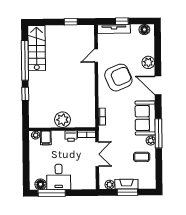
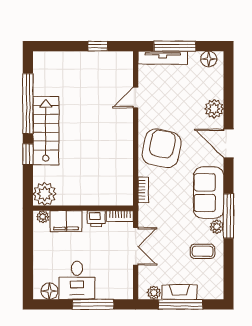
window: (122, 21) -> (175, 46), width x2.17
stairs: (37, 48) -> (46, 131), moved
armchair: (118, 78) -> (162, 148), moved, turned -55
plant: (63, 120) -> (45, 194), moved
filing cabinet: (46, 138) -> (66, 221), width x2.00
window: (127, 192) -> (181, 304), width x1.44
window: (52, 193) -> (93, 304), moved

